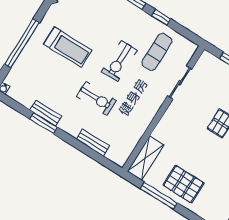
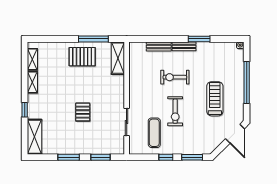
treadmill: (68, 47) -> (215, 99), turned 90
exercise bike: (119, 61) -> (175, 111), turned 180
bench: (46, 113) -> (184, 46), moved

